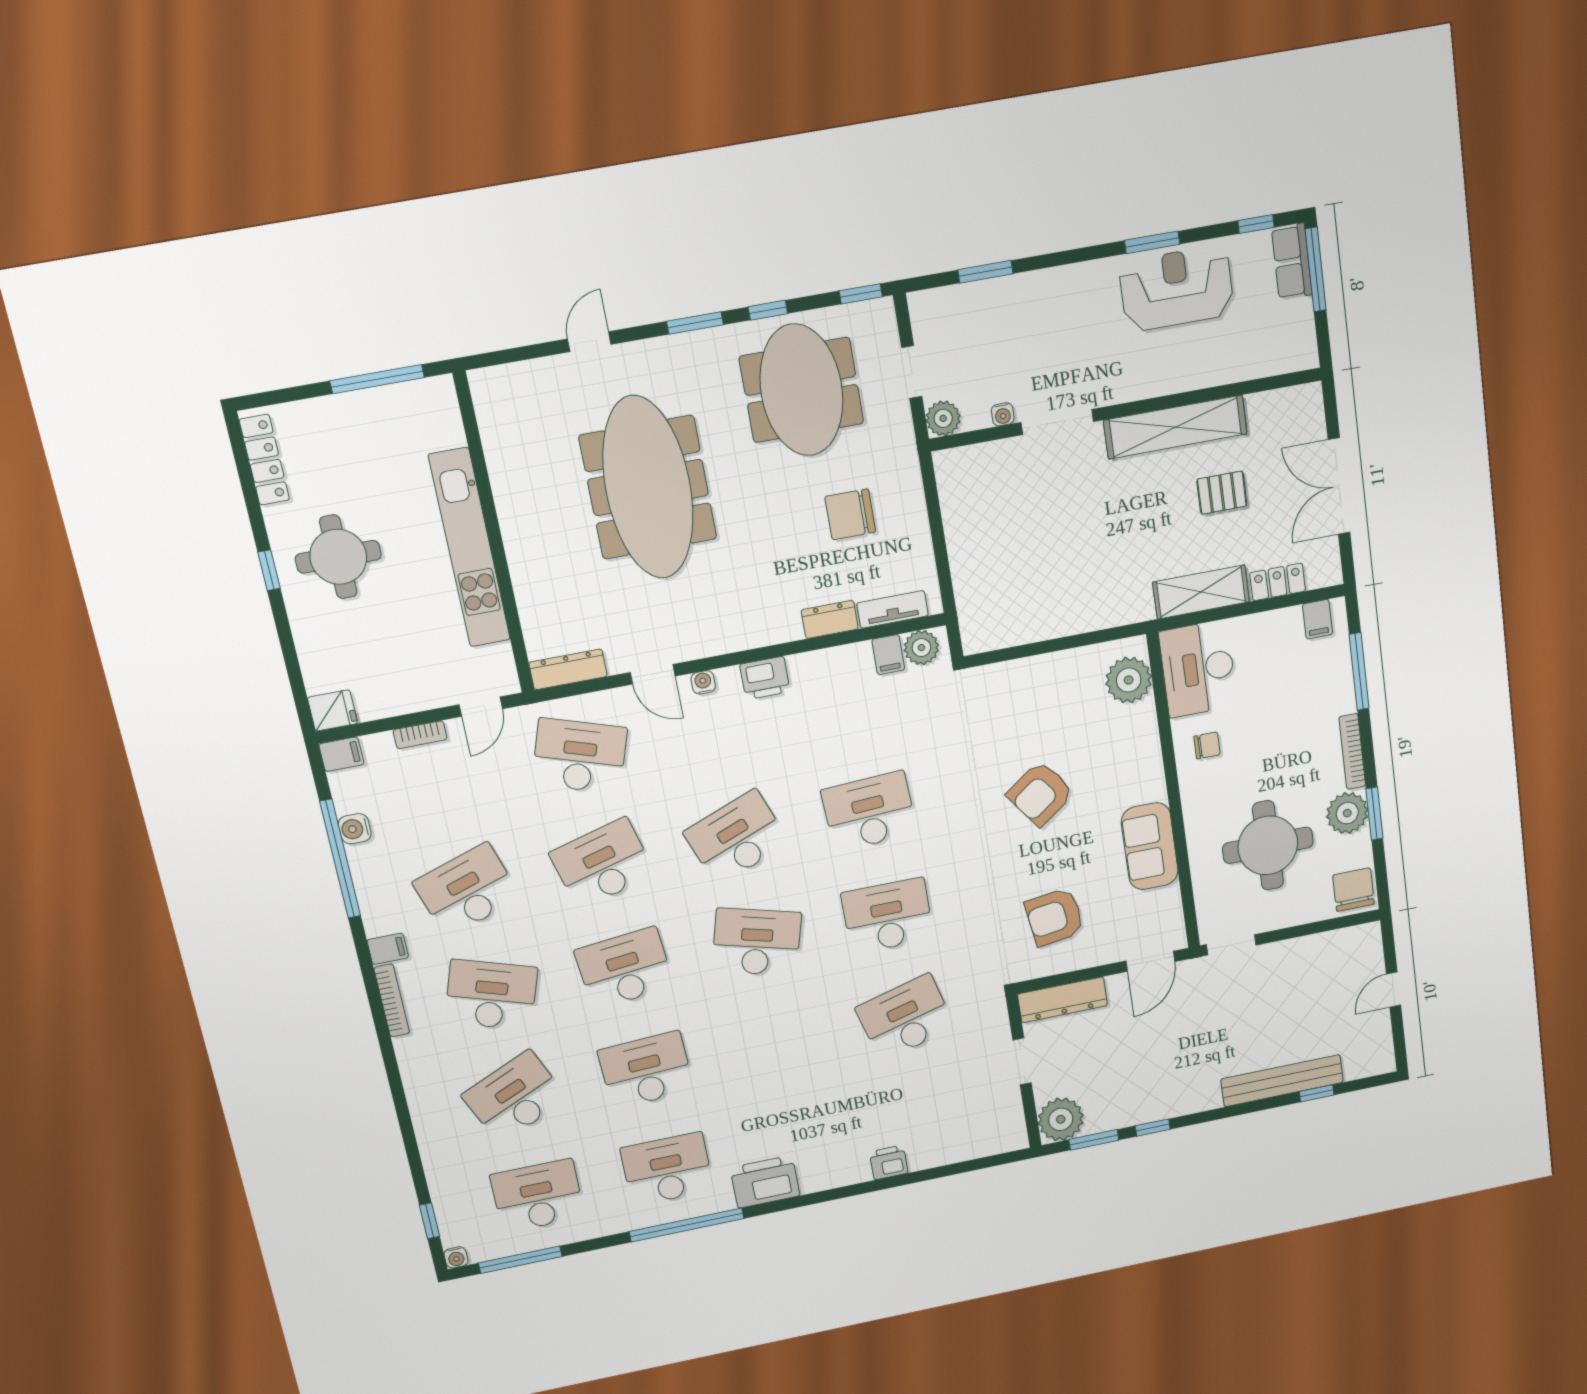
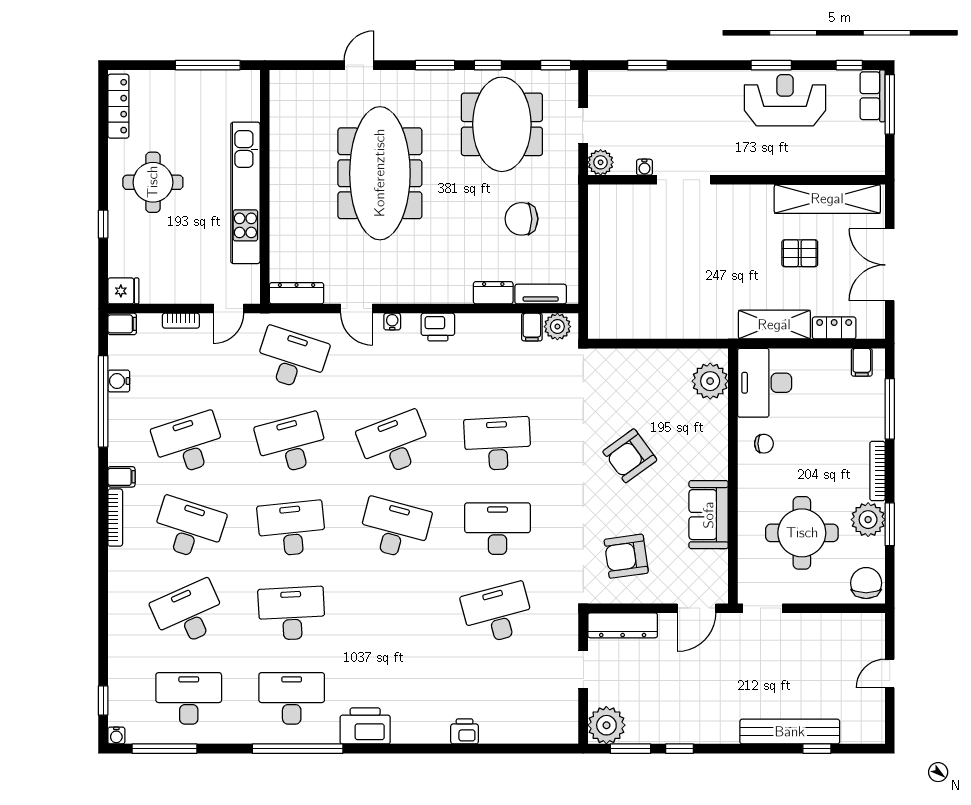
shelving: (1175, 427) -> (827, 199), moved
window: (269, 570) -> (103, 224), moved

